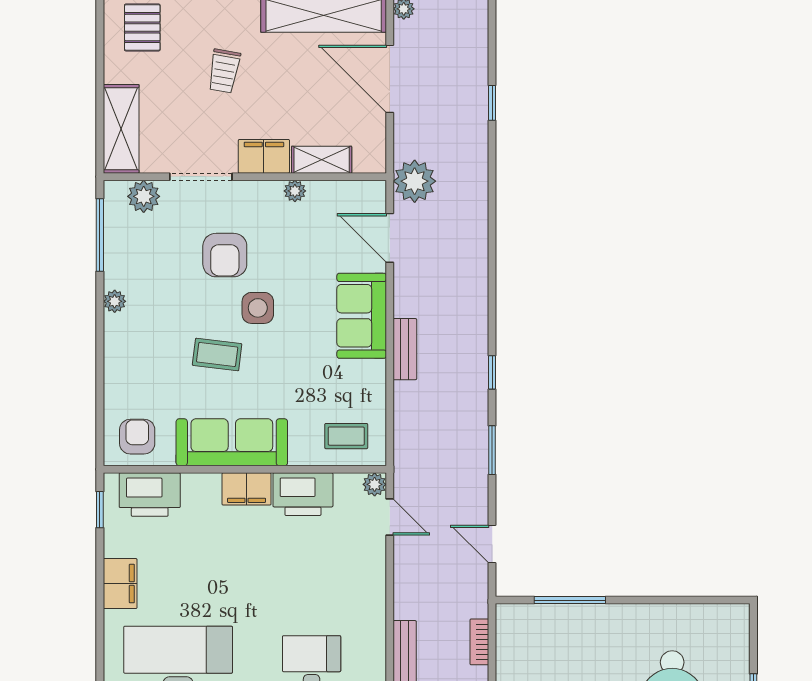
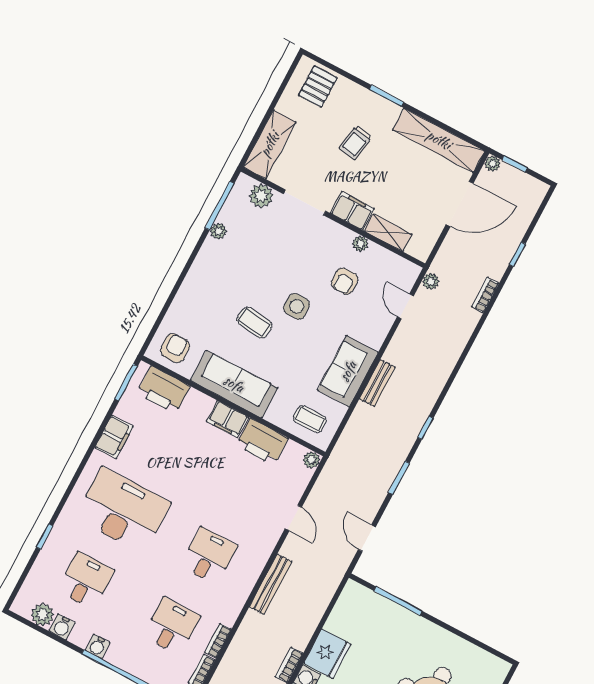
door: (390, 79) -> (460, 204), swing flipped
plant: (415, 181) -> (431, 281), width x0.53, depth x0.53
door: (390, 238) -> (405, 306), width x0.73
armchair: (225, 255) -> (345, 281), moved, width x0.72, depth x0.72
plant: (115, 301) -> (218, 231), moved
sofa: (362, 316) -> (348, 371), moved
window: (100, 510) -> (126, 383), width x1.50
door: (390, 517) -> (293, 518), moved
bookcase: (479, 642) -> (485, 295), moved

